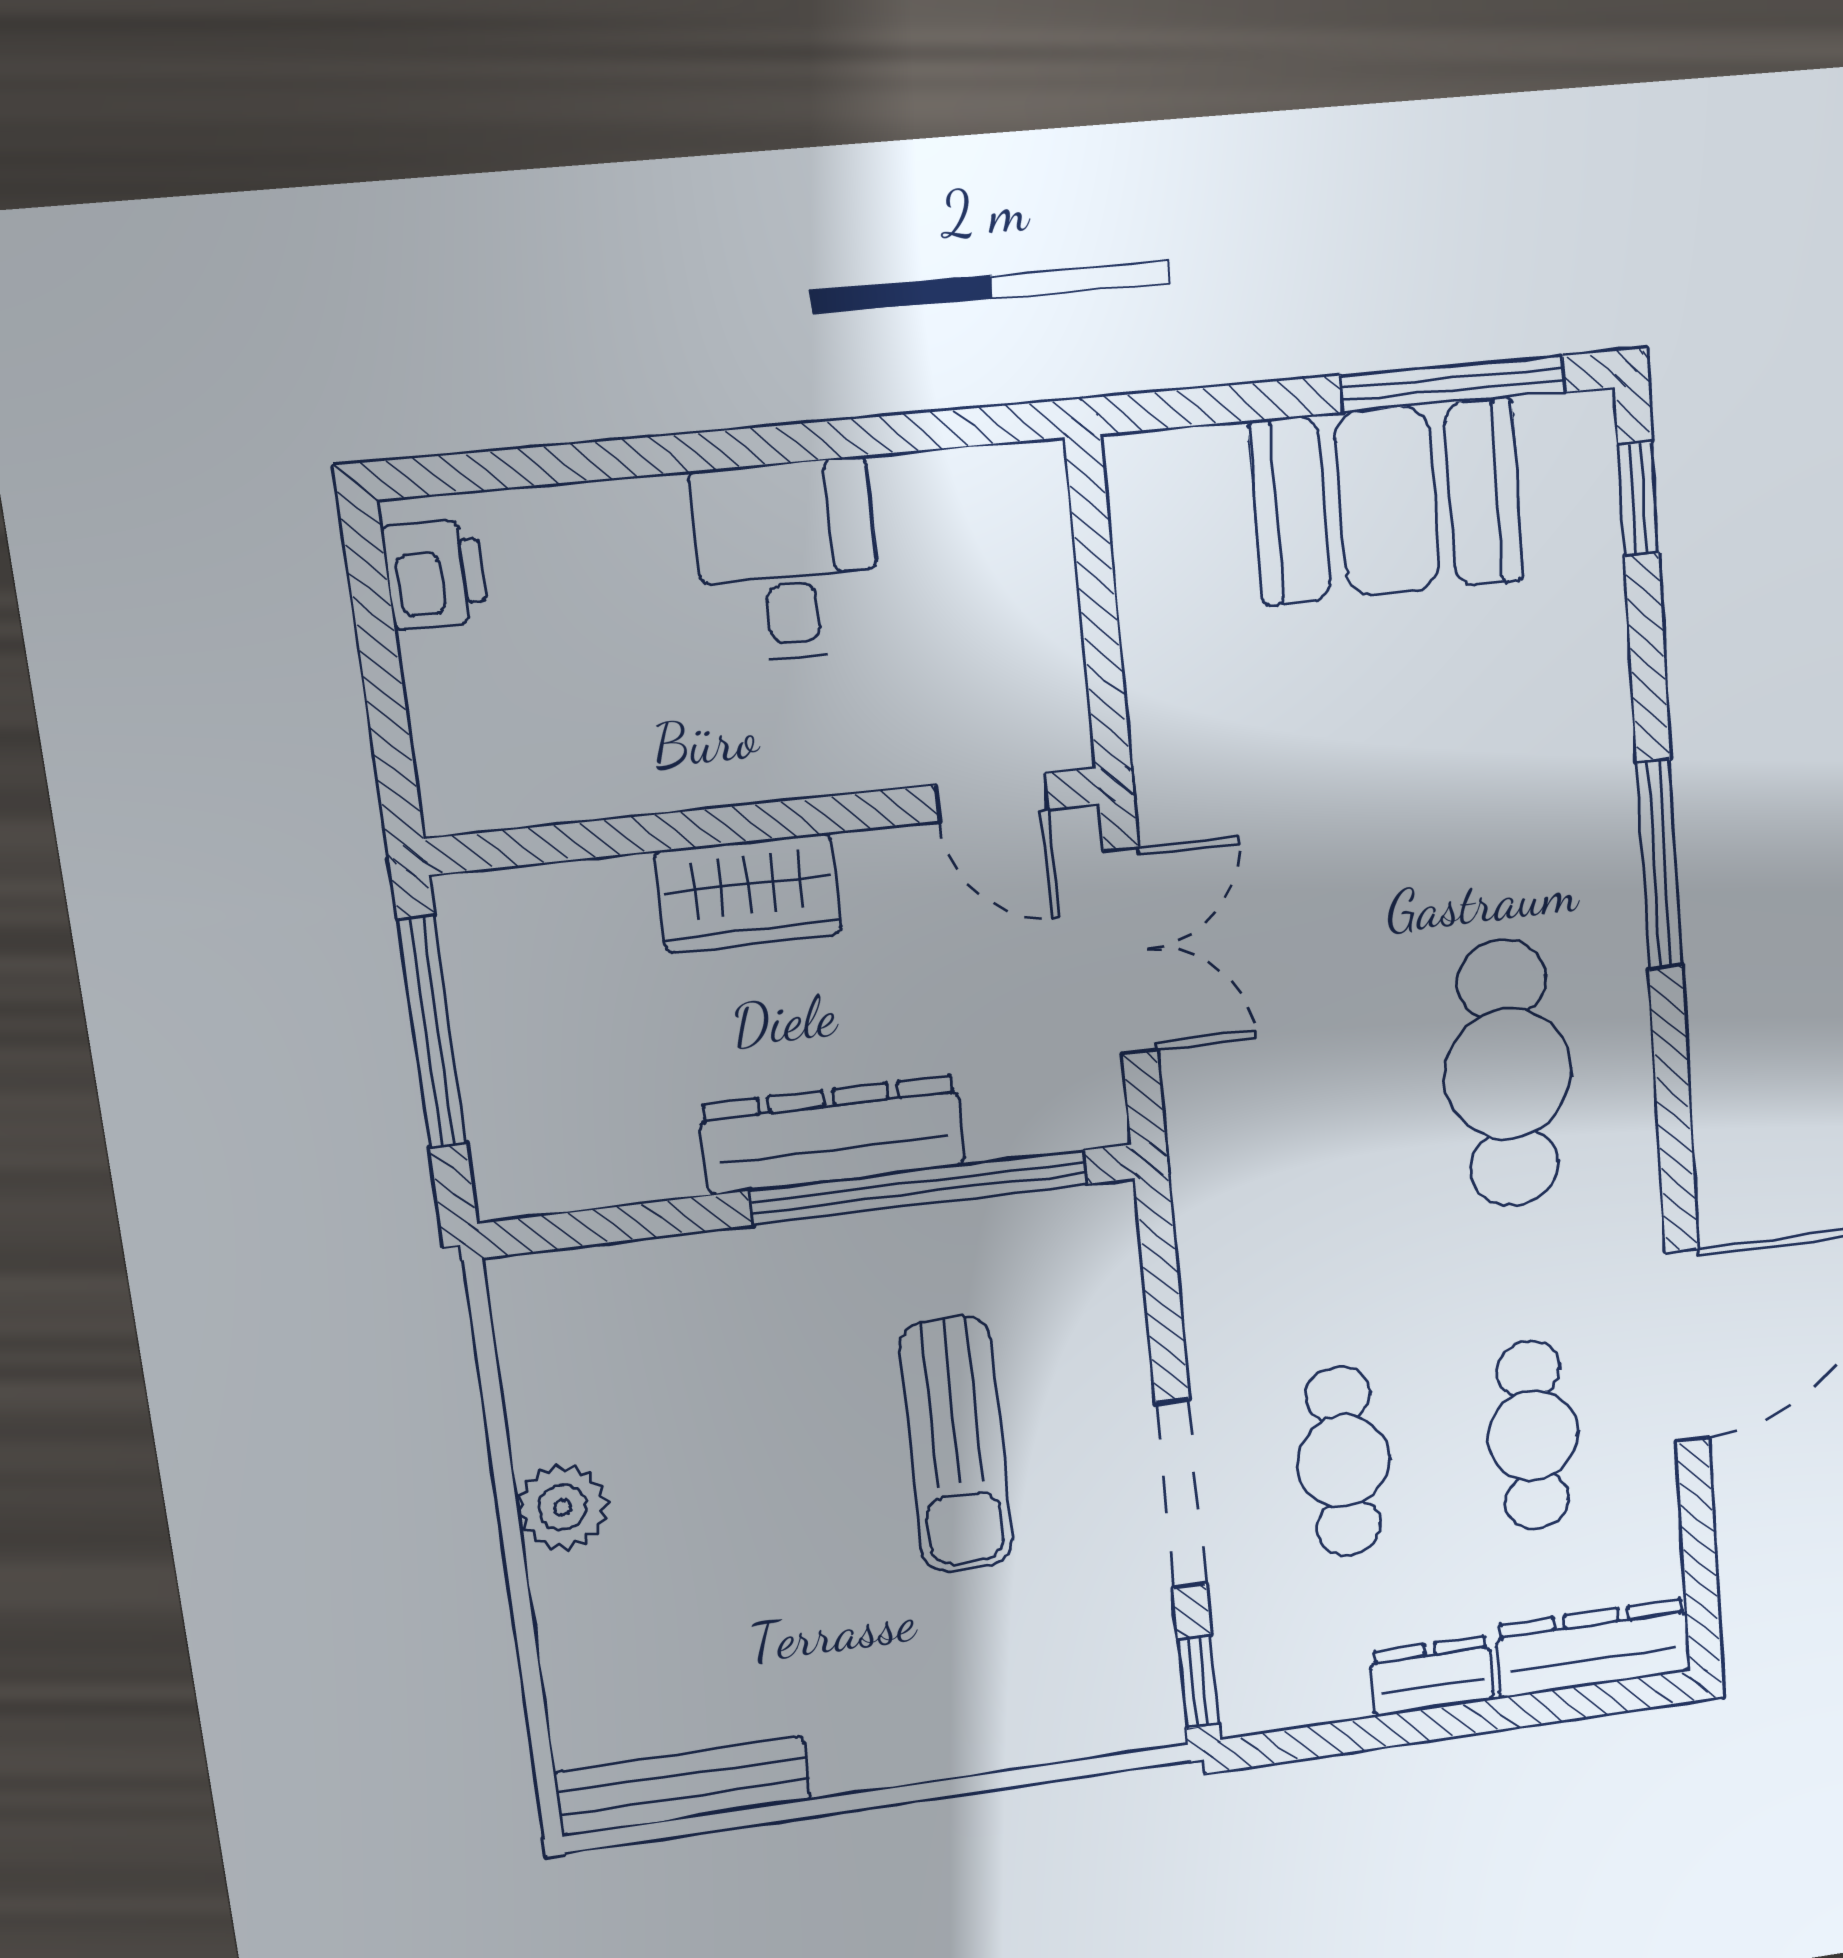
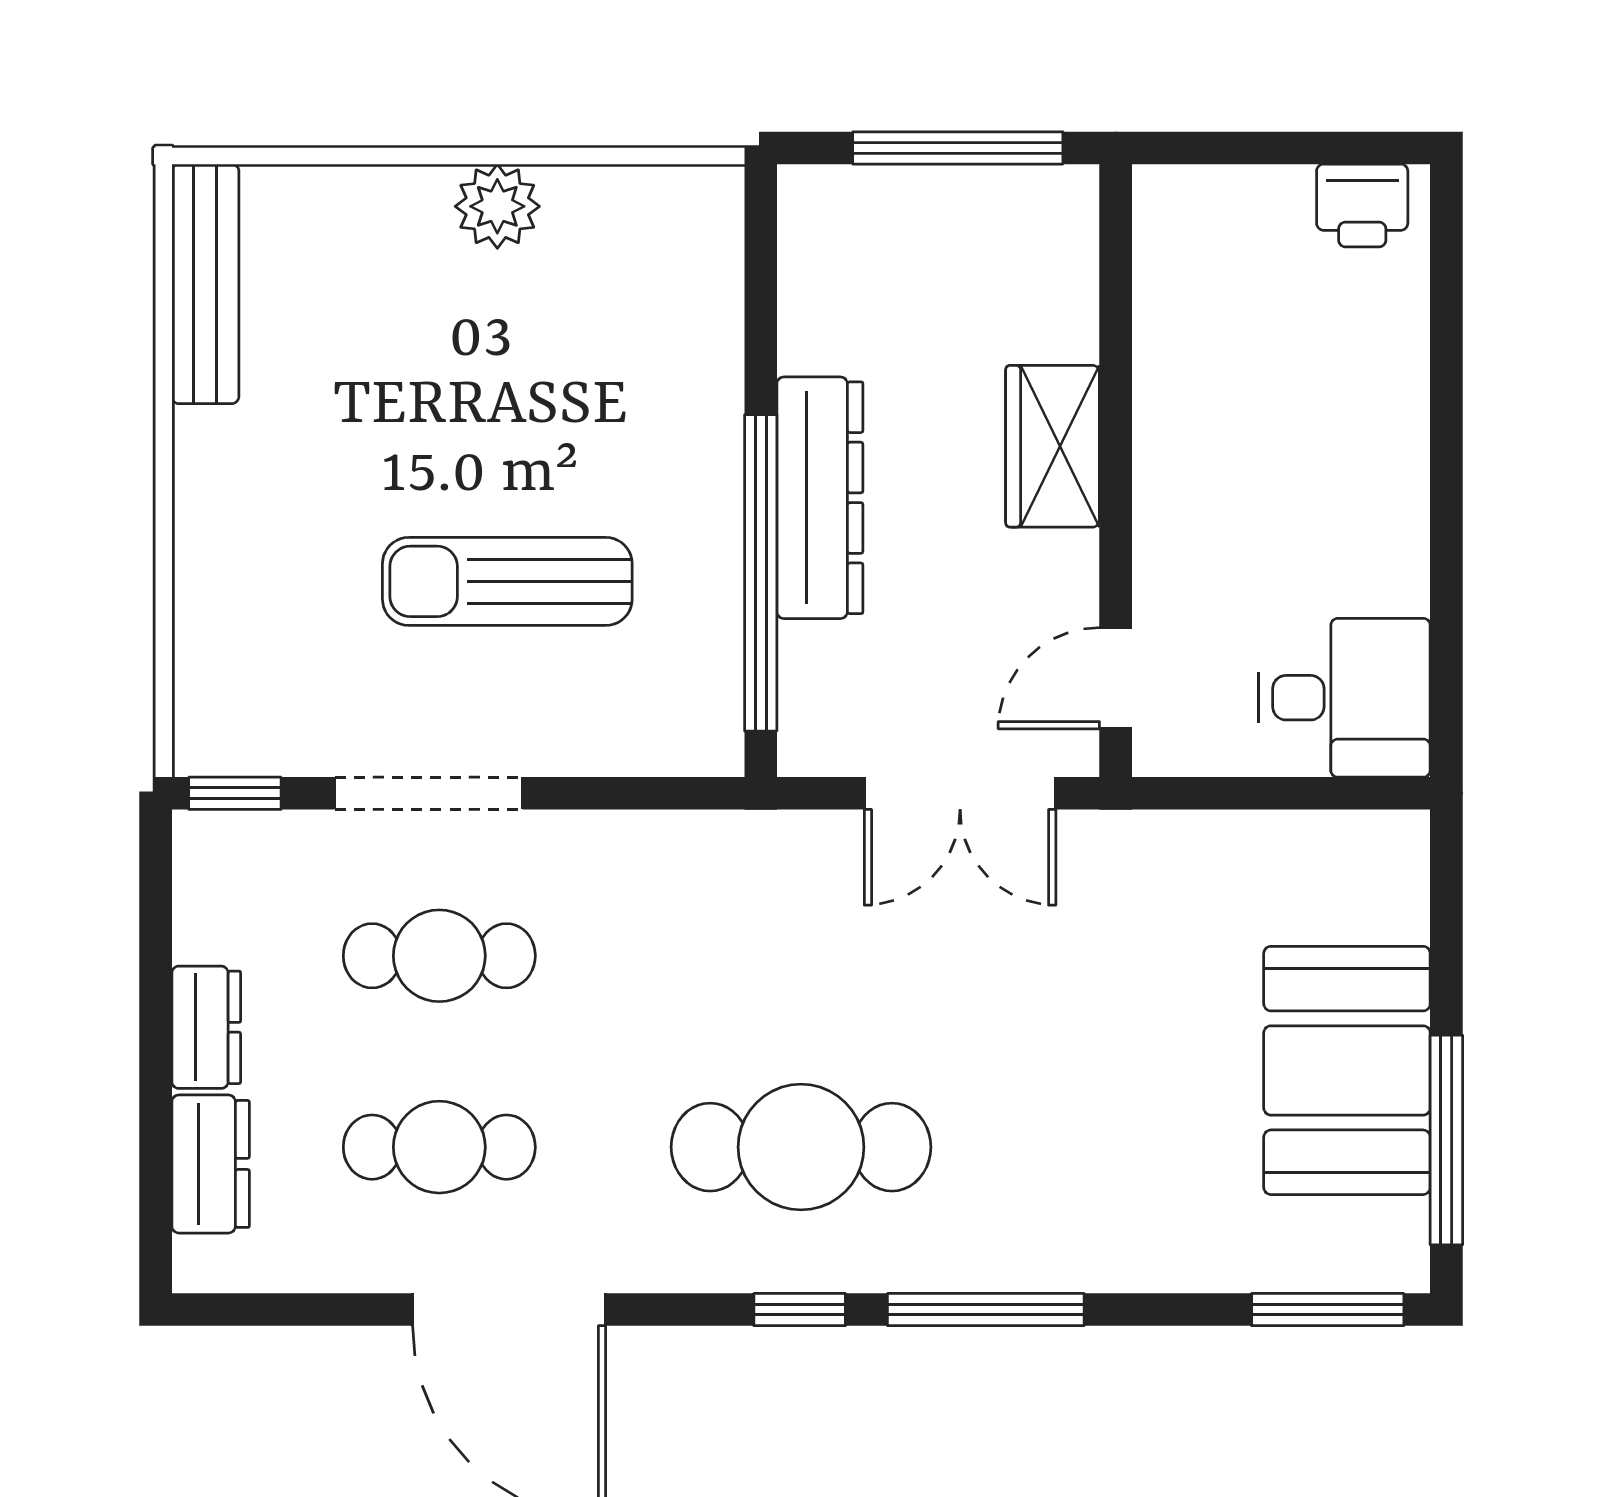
window: (1638, 499) -> (1328, 1310), width x1.50
desk: (788, 561) -> (1345, 698), moved
window: (1670, 1056) -> (800, 1310), added
dresser: (1593, 1648) -> (211, 1164), width x0.70

